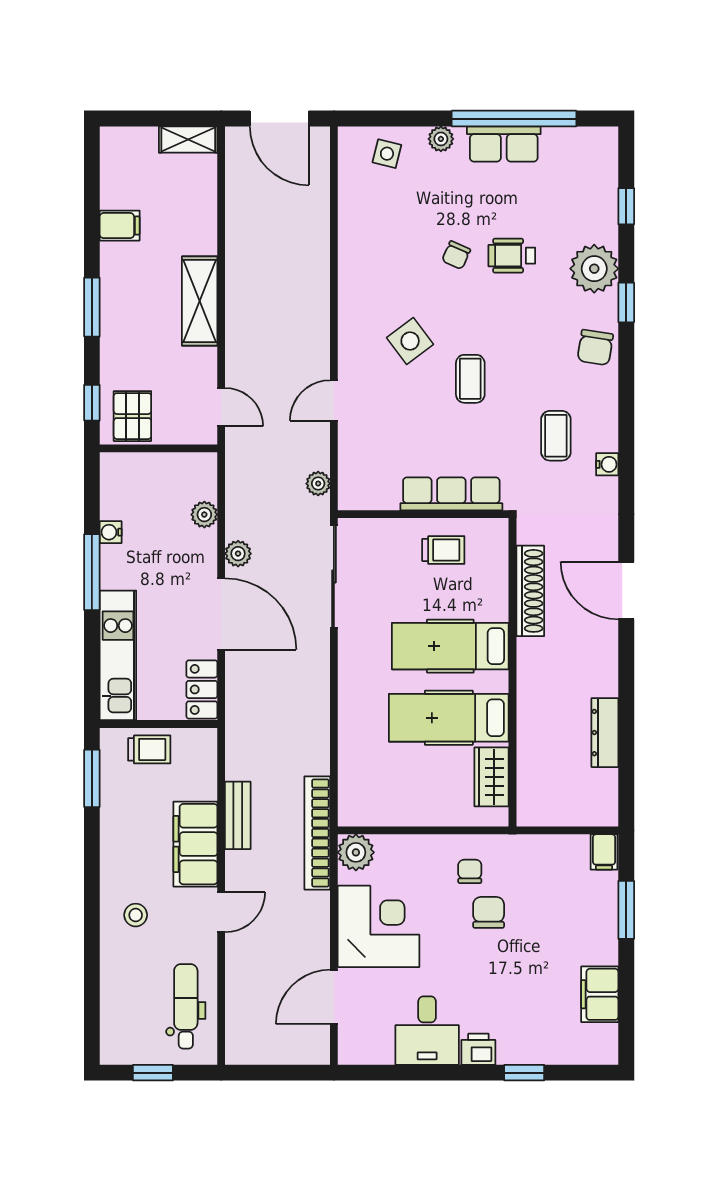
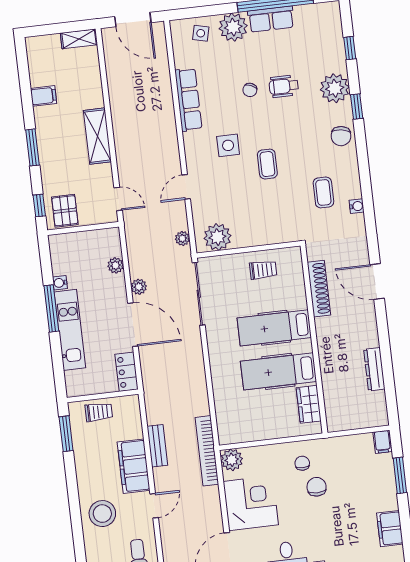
plant: (441, 139) -> (233, 27), width x1.87, depth x1.87
side table: (410, 341) -> (228, 145), turned 37
plant: (375, 488) -> (217, 237), added
row of seats: (451, 494) -> (188, 100), moved, turned 90
kitchen unit: (118, 655) -> (70, 330), moved
stool: (136, 915) -> (102, 514), width x1.89, depth x1.89

